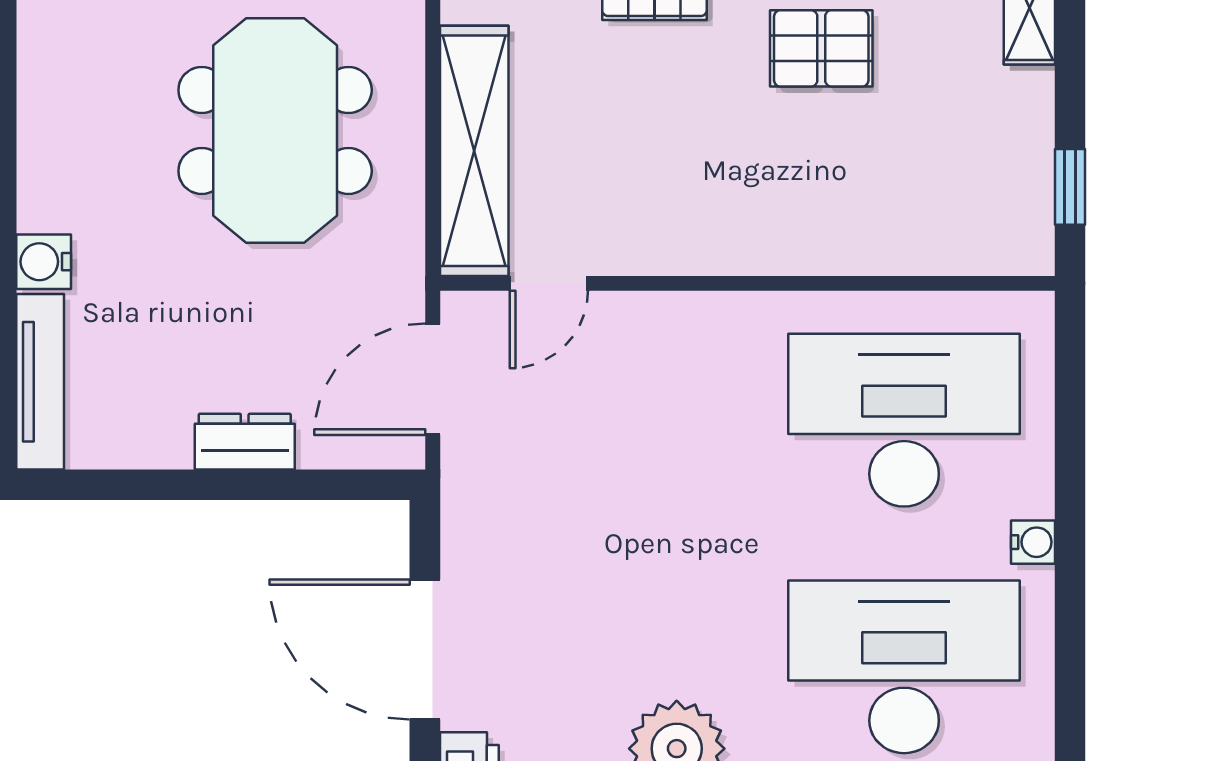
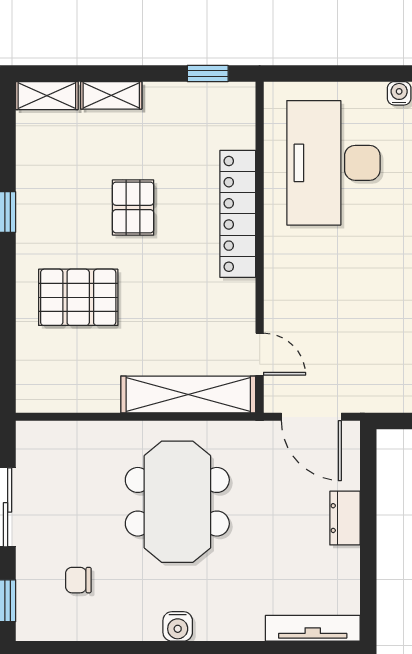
meeting table: (275, 130) -> (177, 502), turned 90
locker: (809, 243) -> (238, 214), added
water cooler: (44, 262) -> (178, 626), moved

